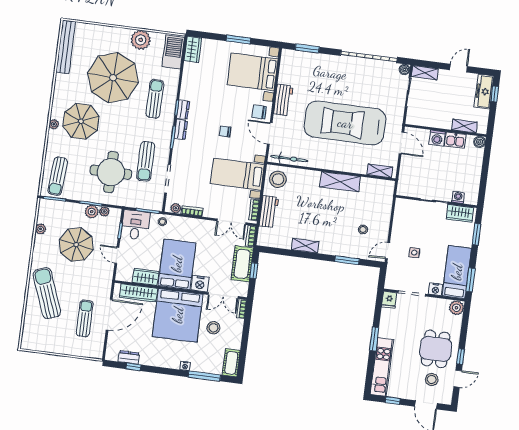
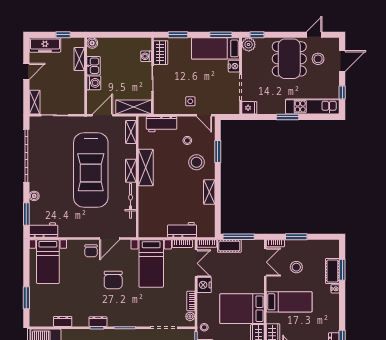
window: (238, 40) -> (26, 298), moved
wardrobe: (193, 49) -> (41, 320), removed
door: (459, 68) -> (26, 71), swing flipped
boiler: (404, 70) -> (34, 196), moved
bed with nightstands: (253, 72) -> (48, 262), width x0.73
window: (495, 94) -> (63, 35), moved
workbench: (283, 100) -> (43, 230), moved
dresser: (181, 130) -> (63, 321), moved
chair: (225, 131) -> (113, 280), width x1.87, depth x1.87
bicycle: (289, 159) -> (131, 201), moved
shelving: (339, 165) -> (131, 171), added
shelving: (406, 177) -> (134, 107), added
stool: (278, 179) -> (196, 162), moved
workbench: (384, 204) -> (162, 124), added
side table: (414, 253) -> (190, 101), moved
cot: (242, 264) -> (229, 246), width x0.73, depth x0.75
window: (254, 271) -> (239, 237), width x2.17
nightstand: (200, 284) -> (204, 285), moved, turned 180
bed: (178, 315) -> (289, 302), width x0.49
window: (246, 332) -> (296, 237), added
dining table: (436, 349) -> (289, 59), width x1.37
window: (461, 357) -> (257, 35), moved
cot: (231, 363) -> (332, 271), moved, turned 90
window: (204, 376) -> (342, 270), width x0.69
door: (458, 379) -> (314, 35), hinge flipped

